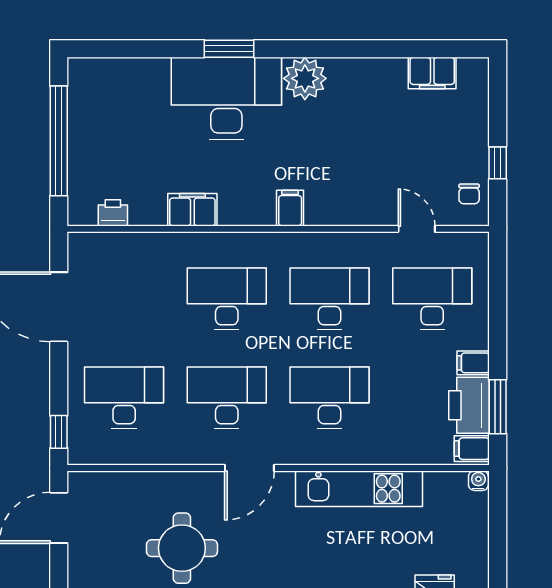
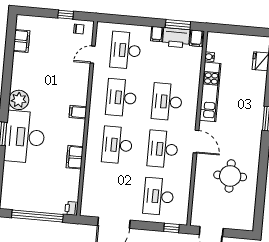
printer: (113, 213) -> (71, 208), moved
water cooler: (478, 481) -> (209, 57), moved

